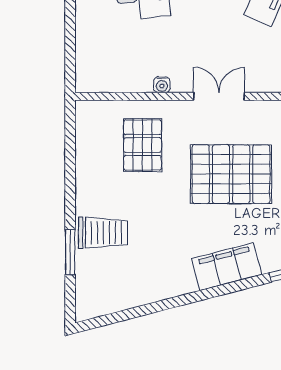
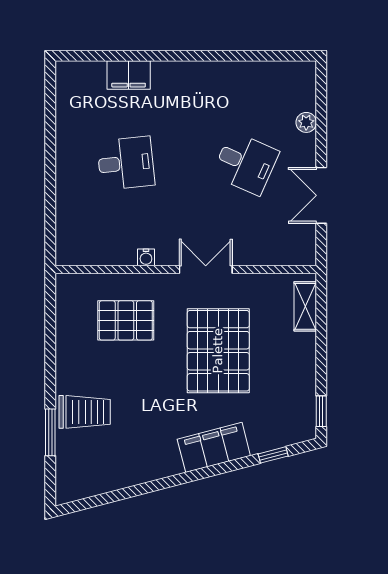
pallet: (143, 145) -> (126, 320), turned 90
pallet: (231, 174) -> (218, 351), turned 90

